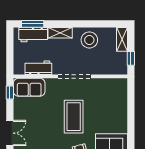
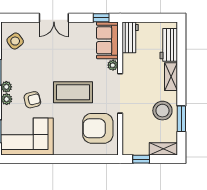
window: (33, 24) -> (181, 119), moved
workbench: (38, 68) -> (130, 37), moved
plant: (50, 83) -> (113, 65), added
armchair: (105, 95) -> (98, 128), added

